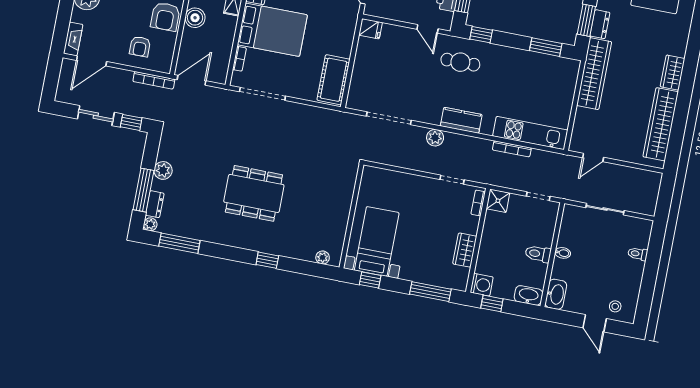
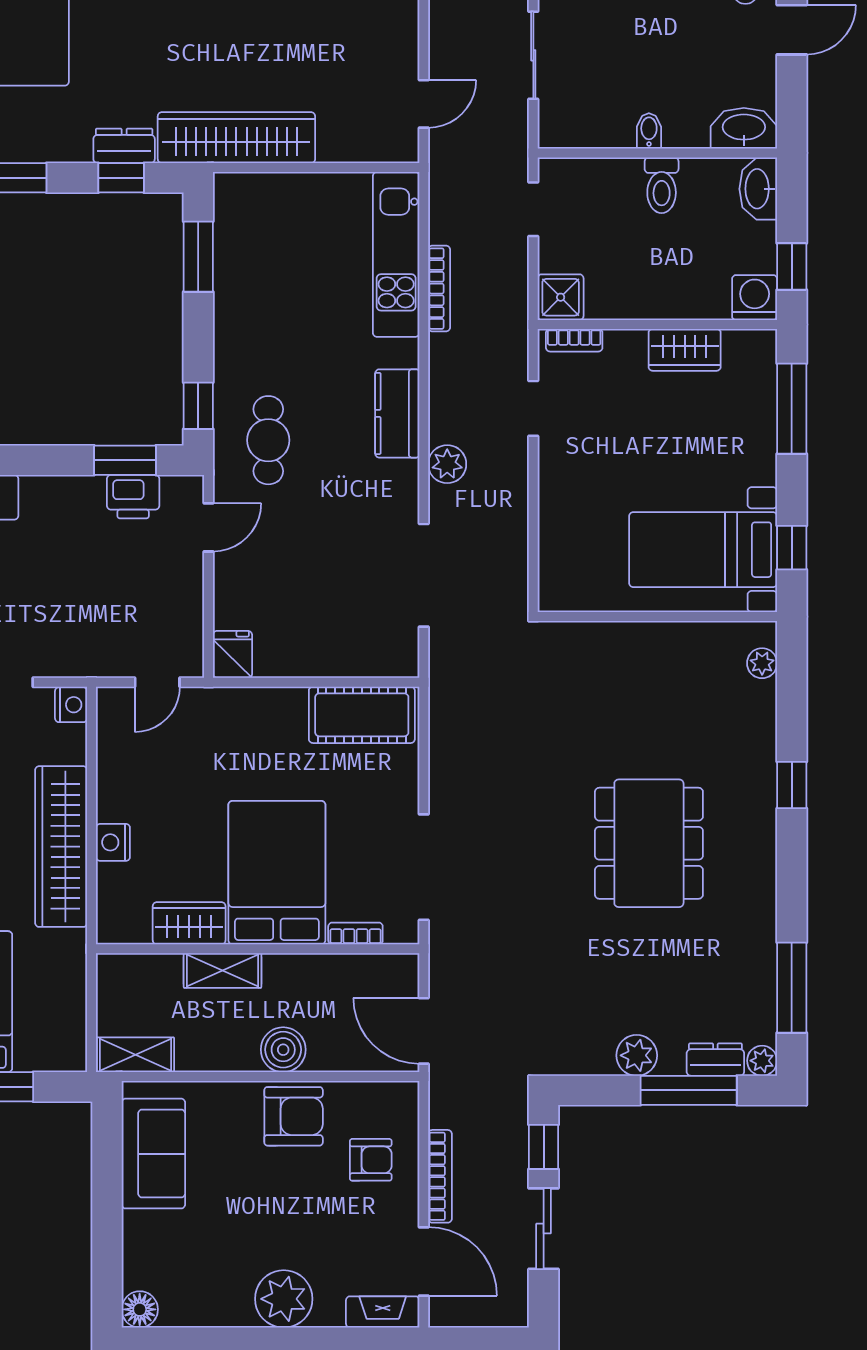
window: (586, 20) -> (121, 178), width x0.67
bookcase: (154, 80) -> (440, 1176), moved
door: (593, 158) -> (424, 104), hinge flipped

